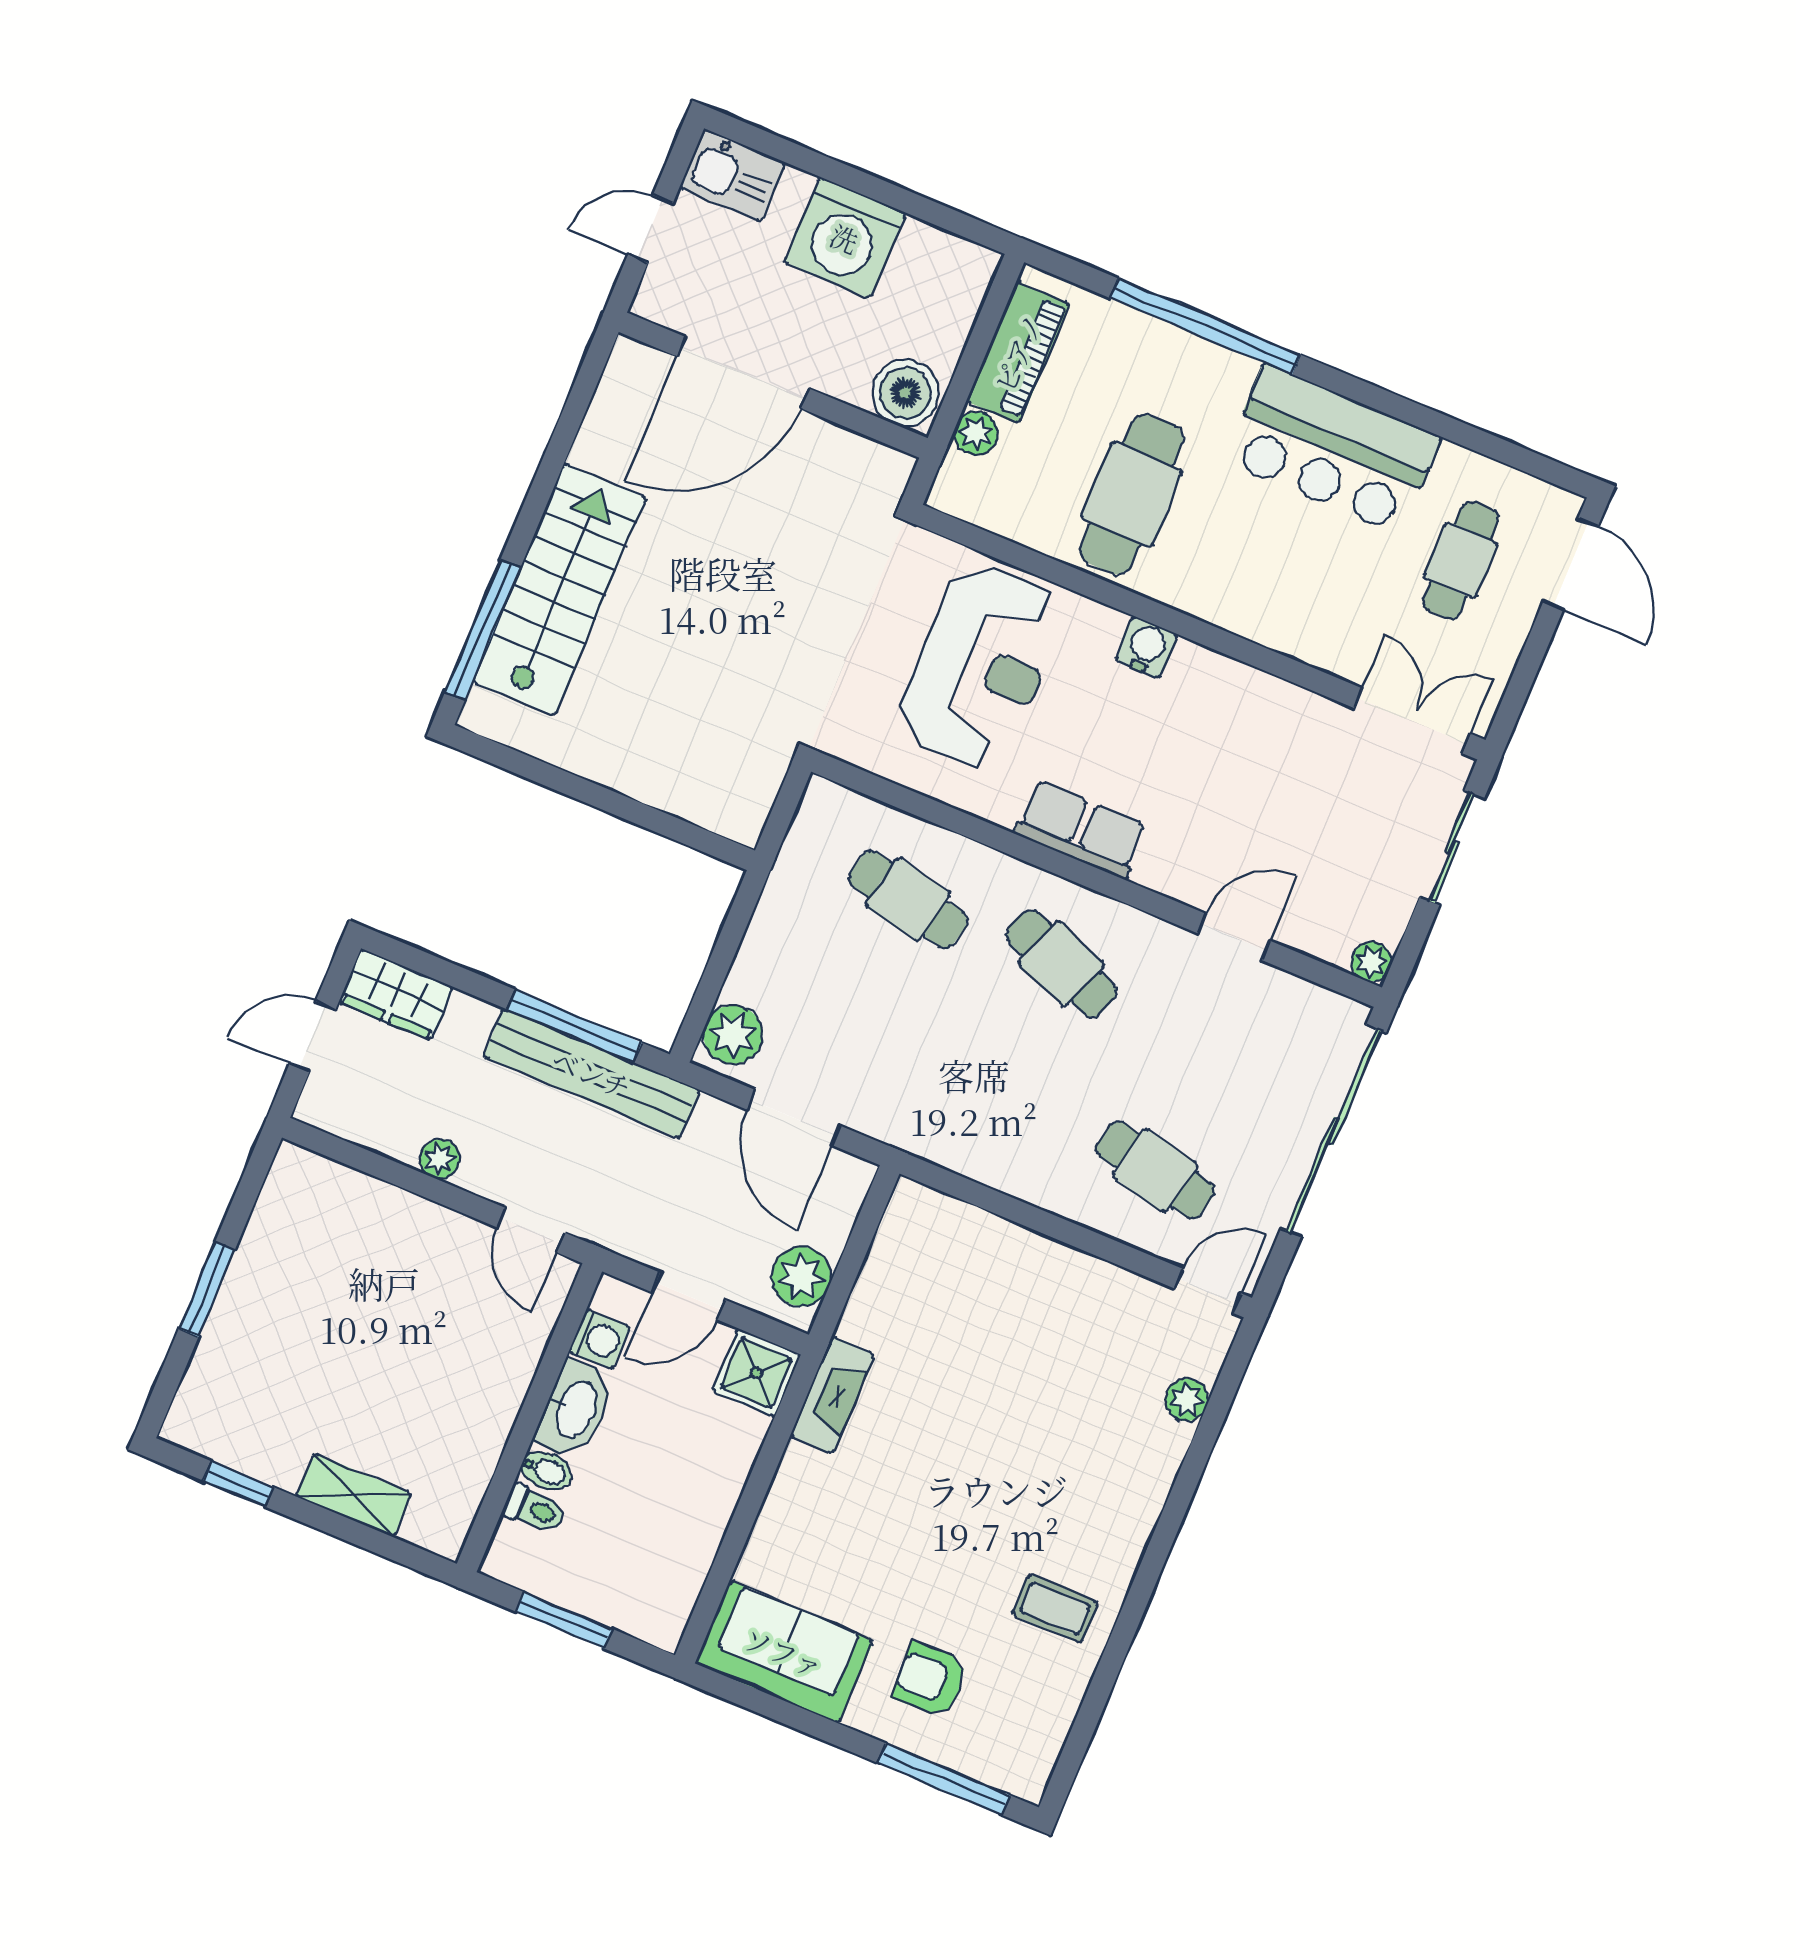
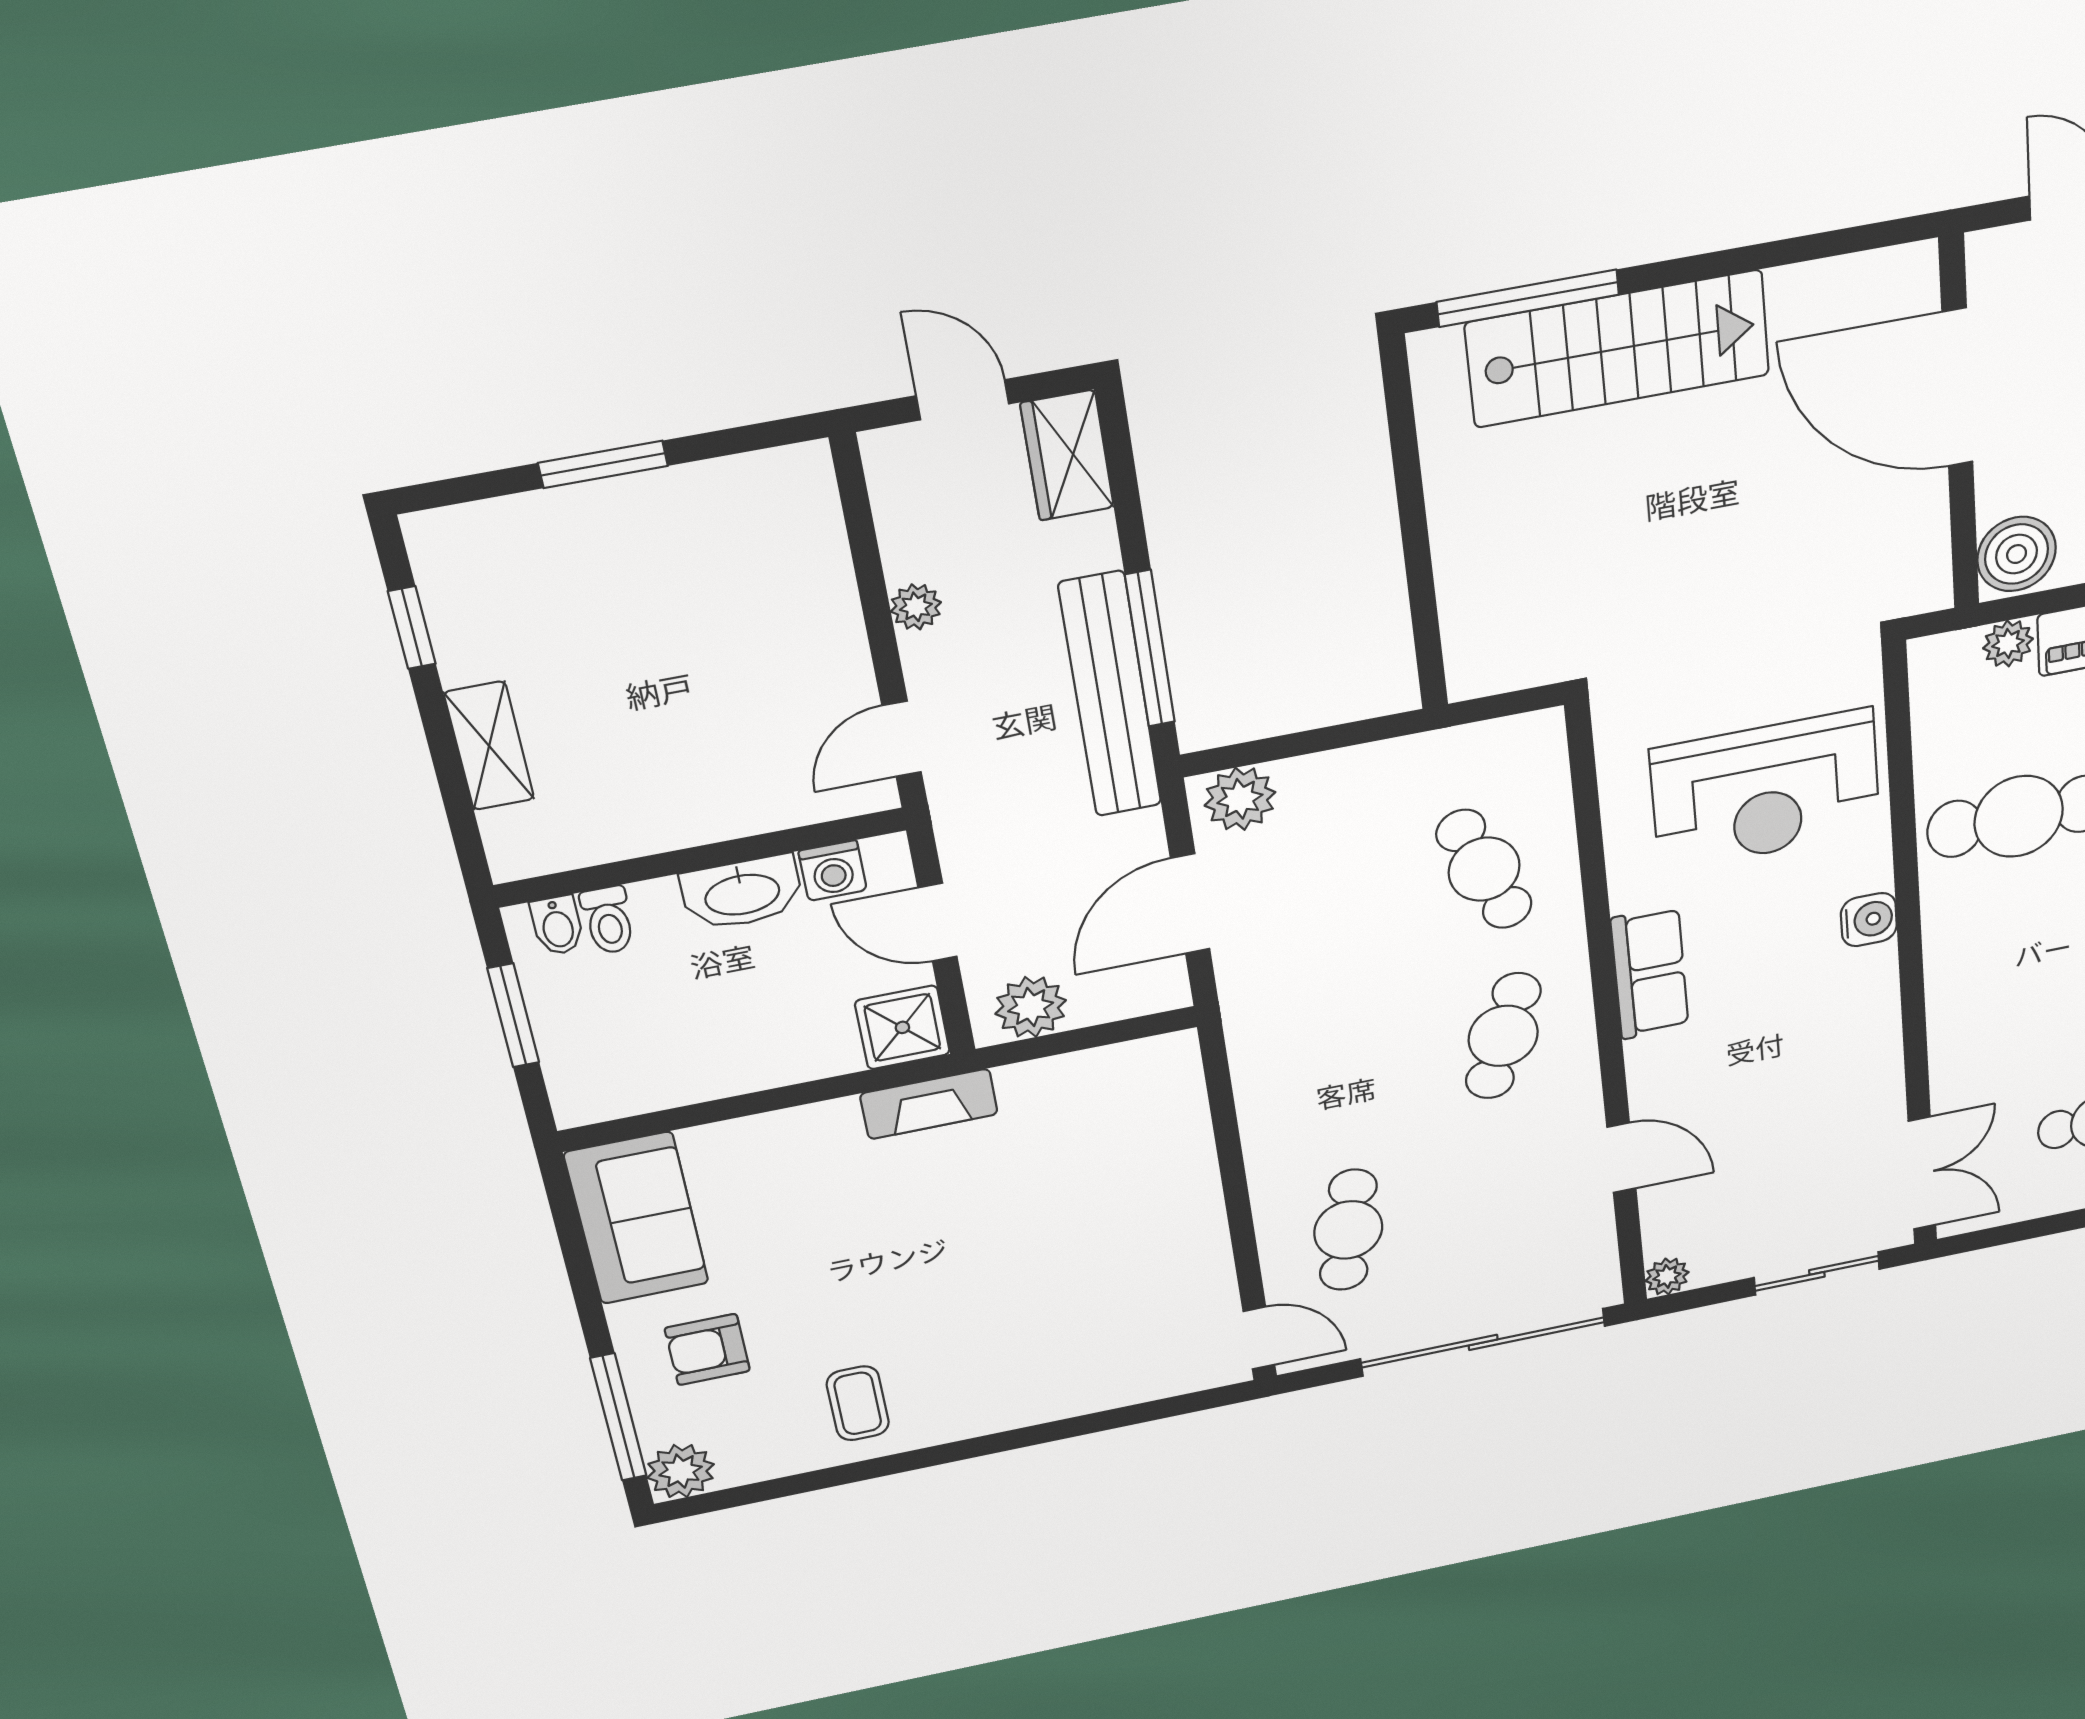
cafe table: (908, 900) -> (1484, 869), turned -33
plant: (1187, 1400) -> (681, 1471), moved, width x1.38, depth x1.38
bidet: (546, 1471) -> (557, 925), moved
armchair: (930, 1680) -> (707, 1350), turned -88

